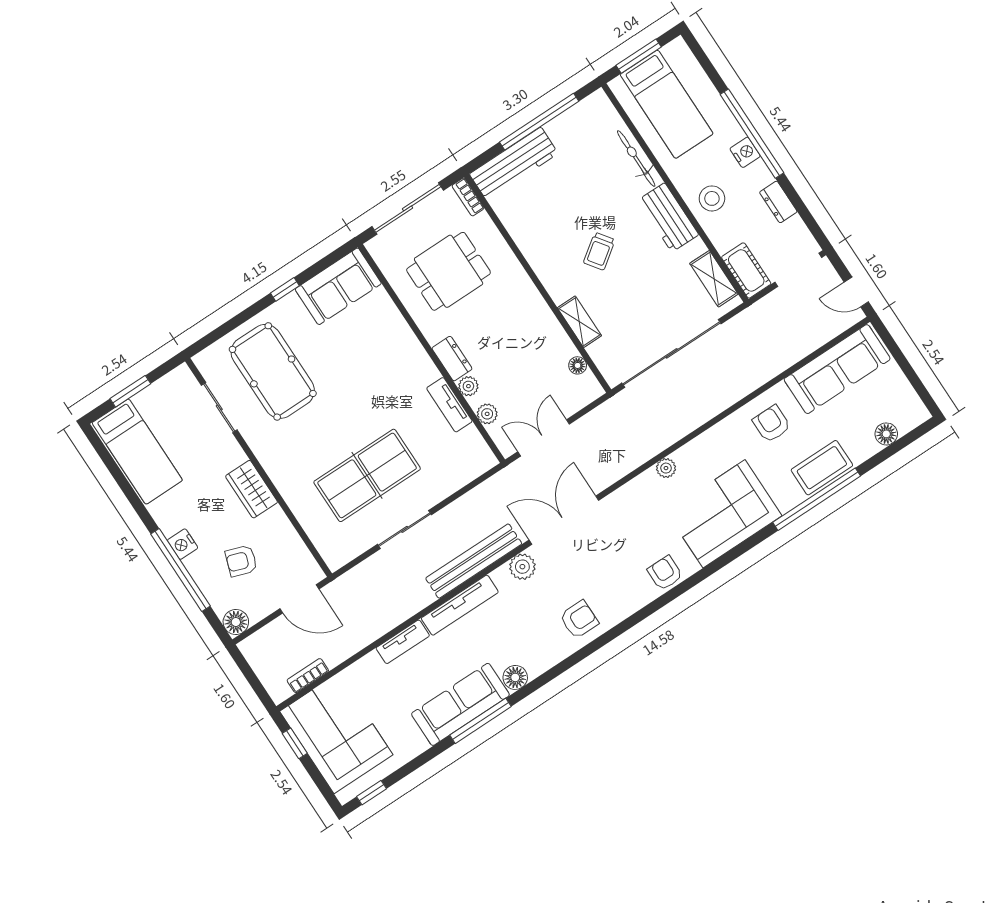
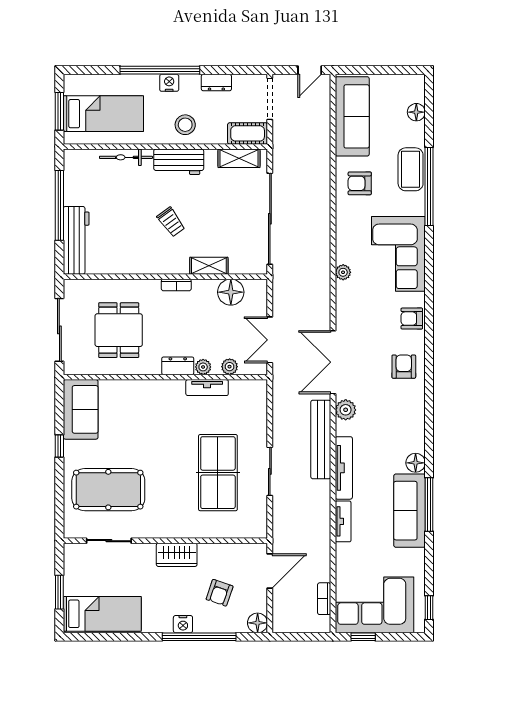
bookcase: (468, 197) -> (176, 285), moved
floor lamp: (578, 365) -> (231, 292), width x1.89, depth x1.89
armchair: (579, 620) -> (404, 367), moved

